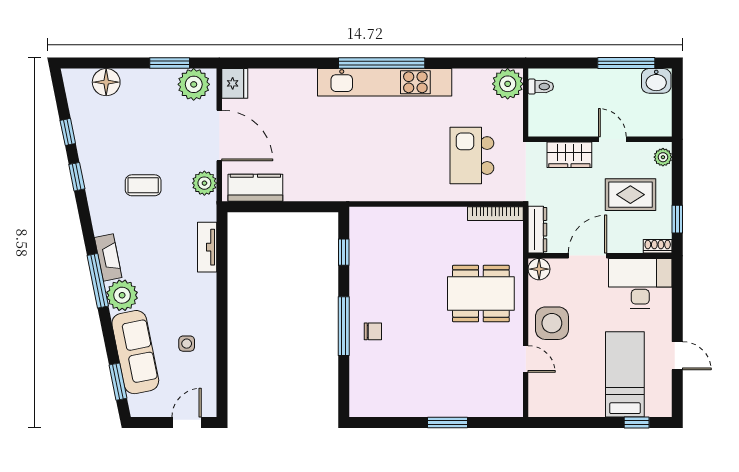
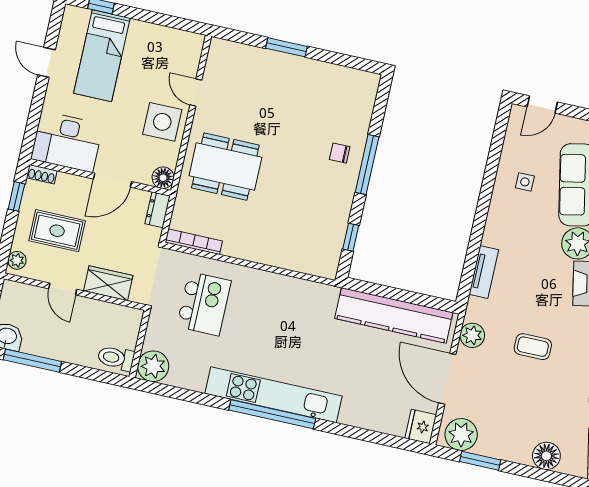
toilet: (541, 87) -> (116, 358), width x1.37, depth x1.39
kitchen counter: (255, 188) -> (394, 315), width x2.08, depth x1.17
dresser: (537, 230) -> (158, 210), width x0.70

